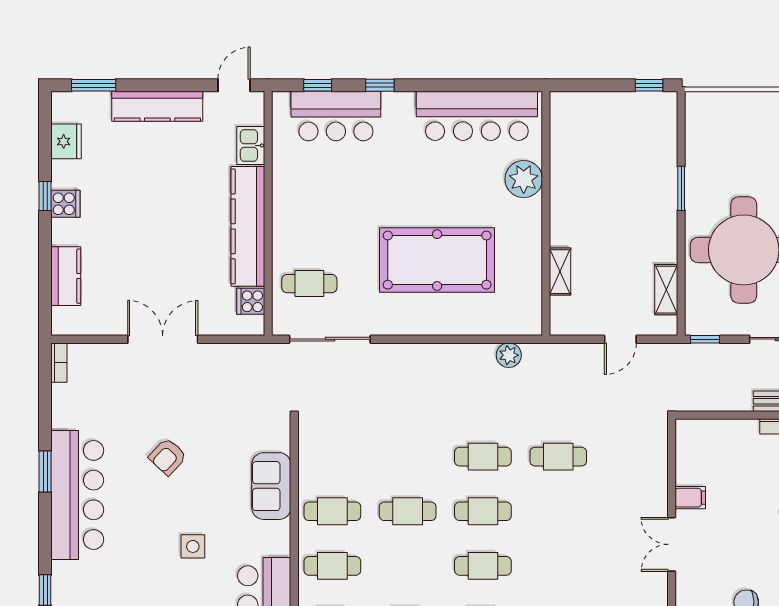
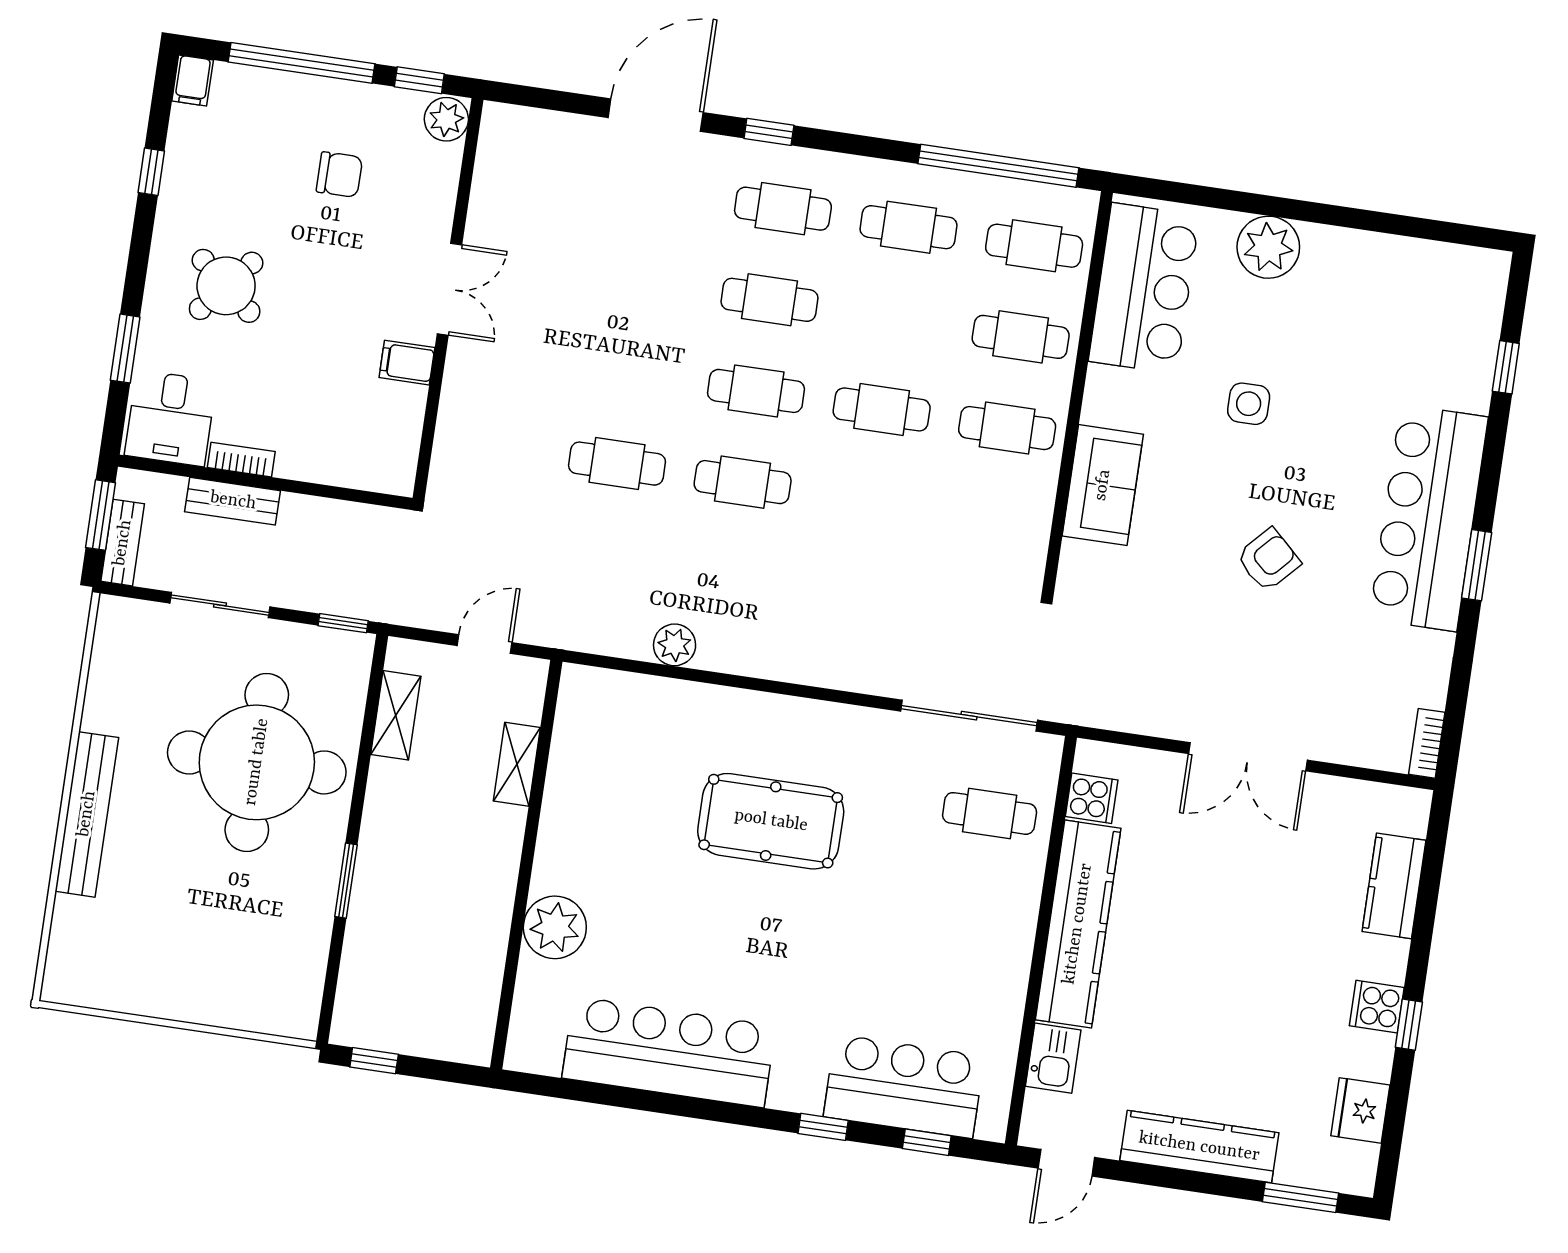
plant: (524, 179) -> (555, 927), moved
wall: (546, 213) -> (526, 865), moved
pool table: (437, 260) -> (771, 821), width x0.73, depth x0.76
shelving: (560, 272) -> (517, 764), moved

